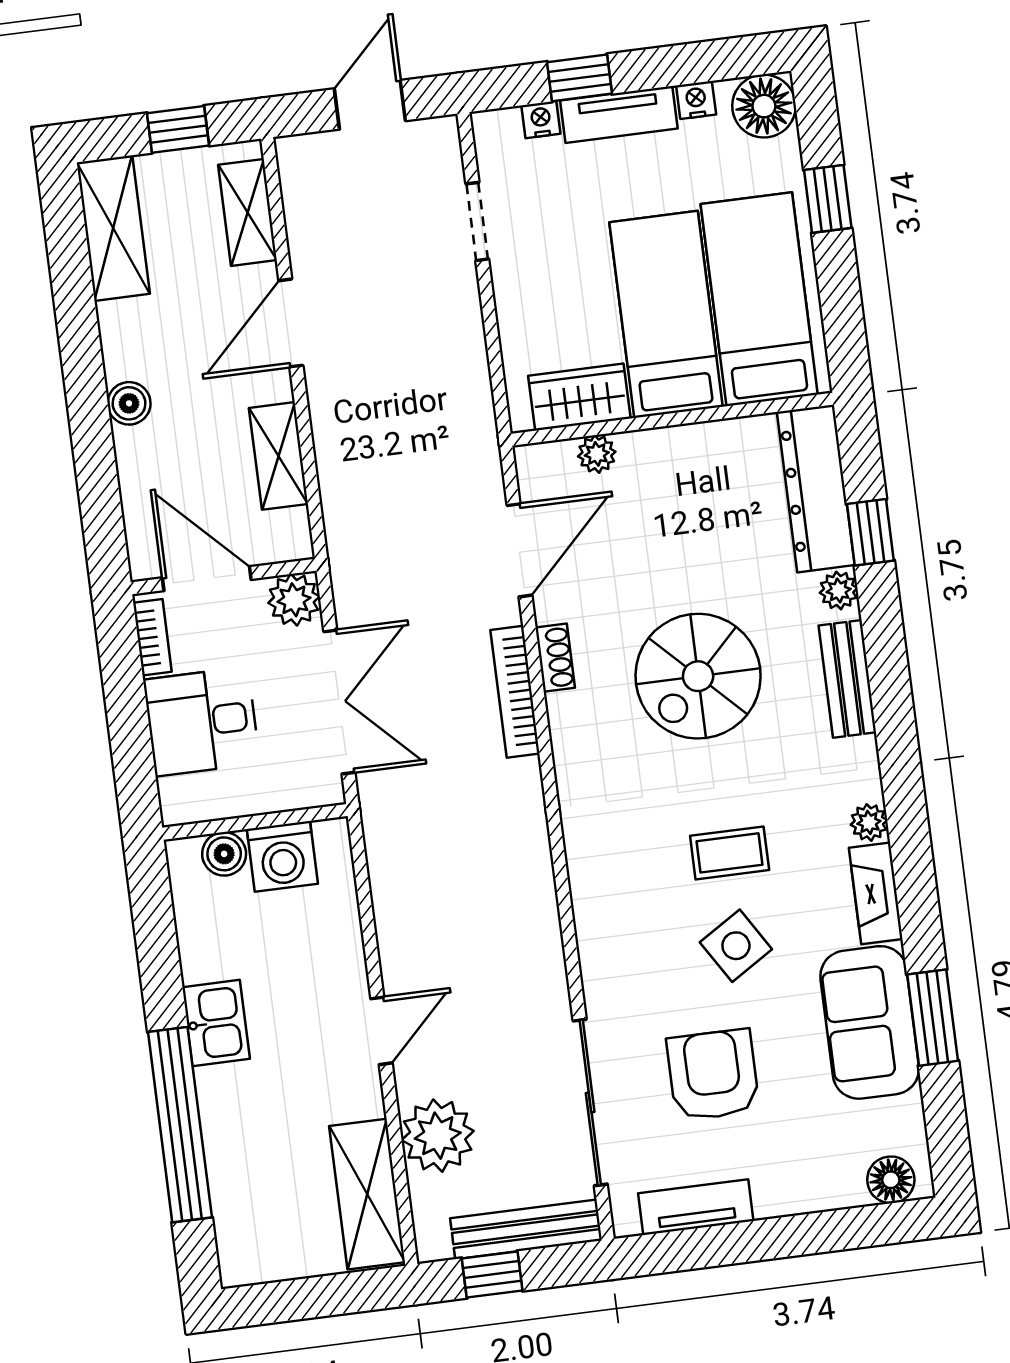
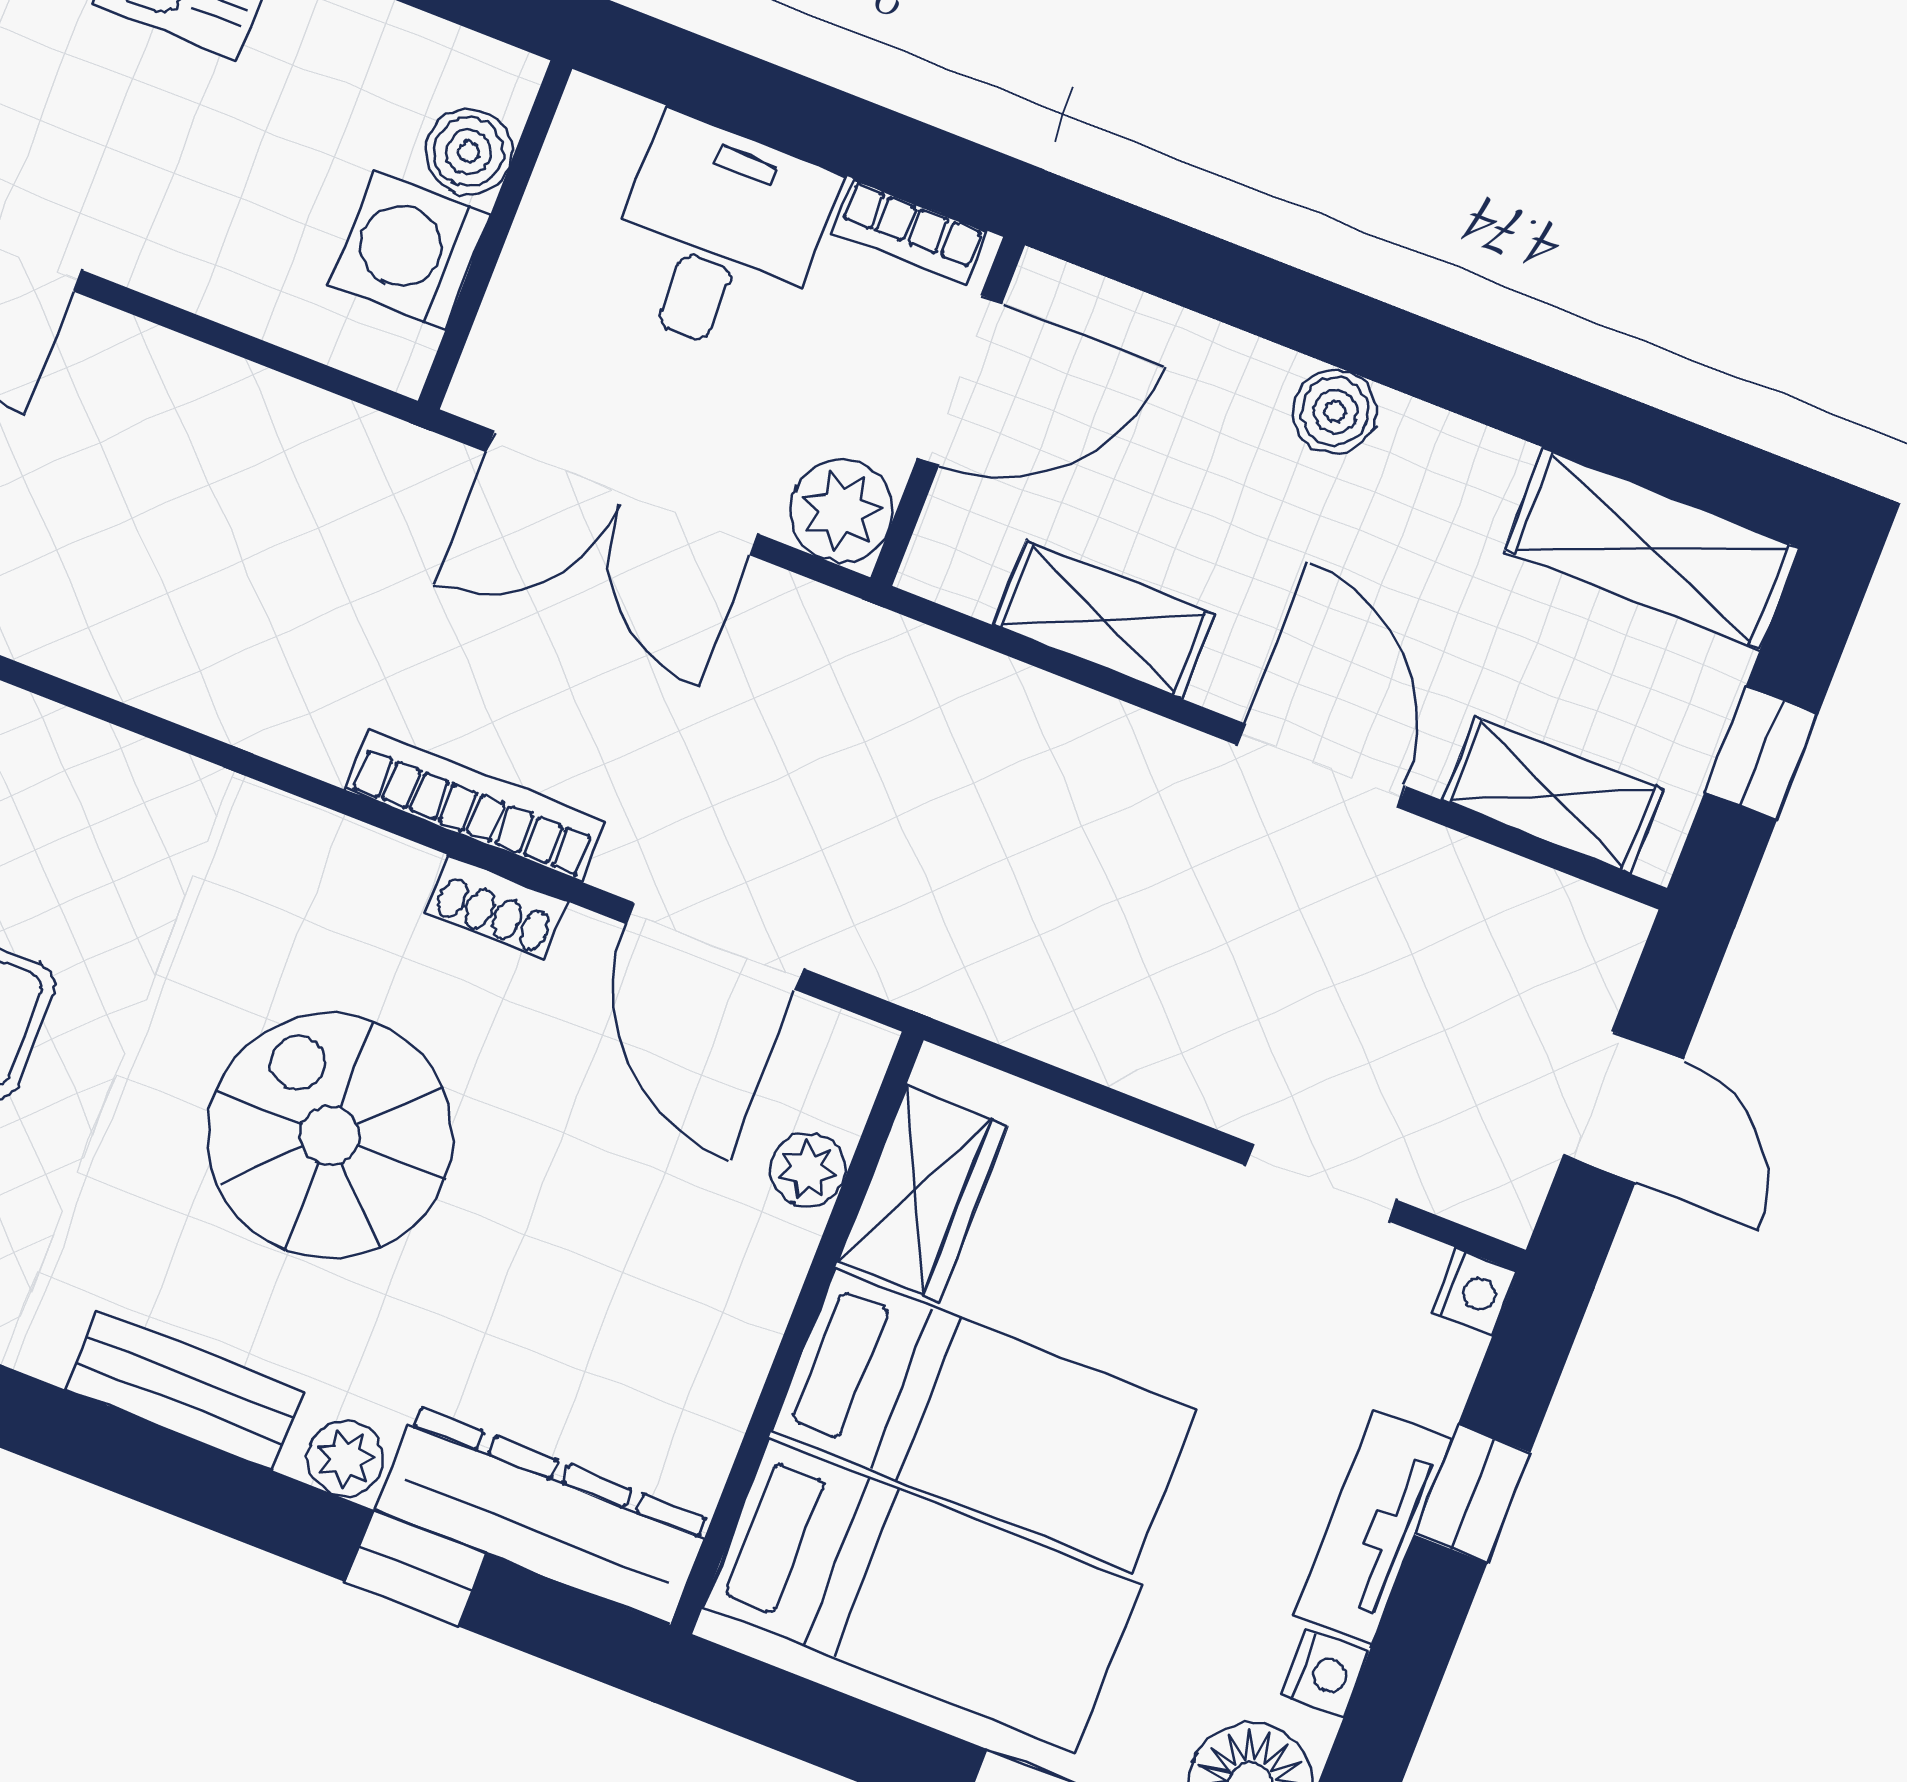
nightstand: (541, 120) -> (1474, 1292), moved

